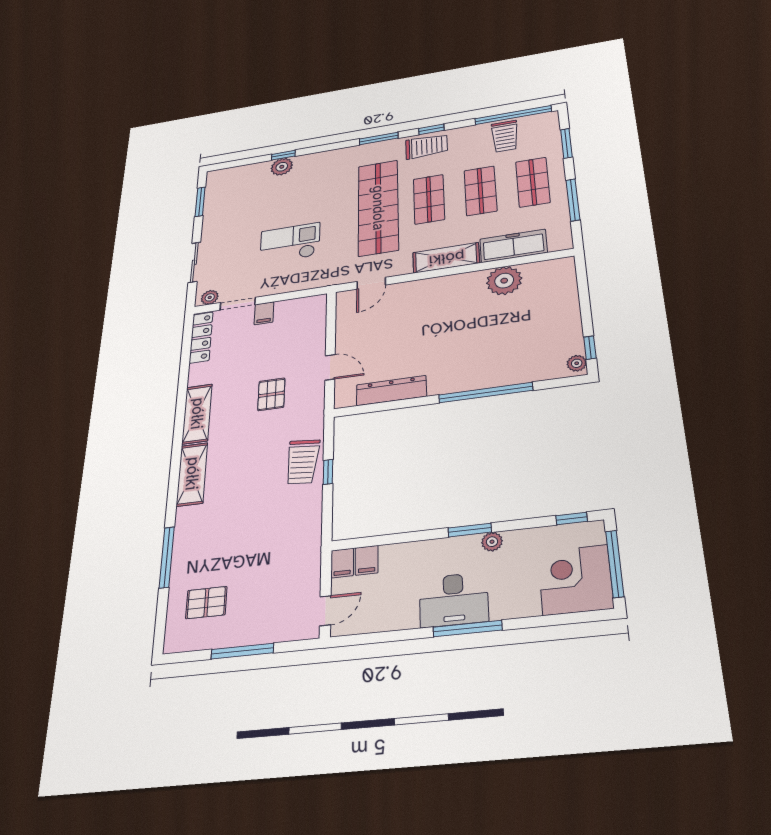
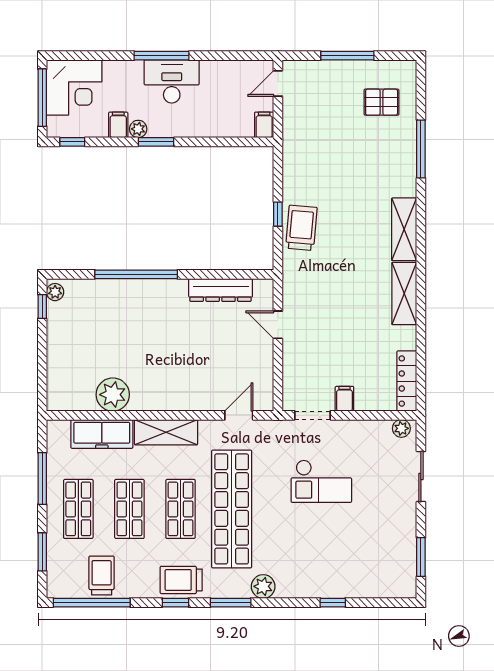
plant: (282, 167) -> (263, 586), moved
doorway: (238, 304) -> (313, 415), moved
pallet: (271, 394) -> (333, 304), removed
filing cabinet: (367, 560) -> (118, 125), moved

